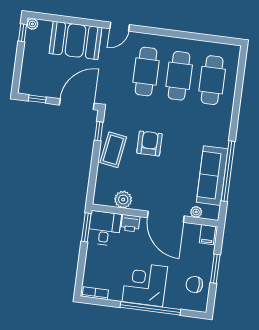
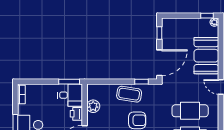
door: (77, 104) -> (159, 63), hinge flipped

